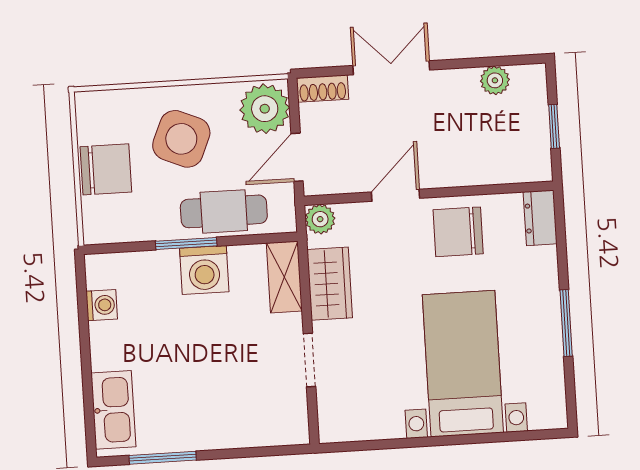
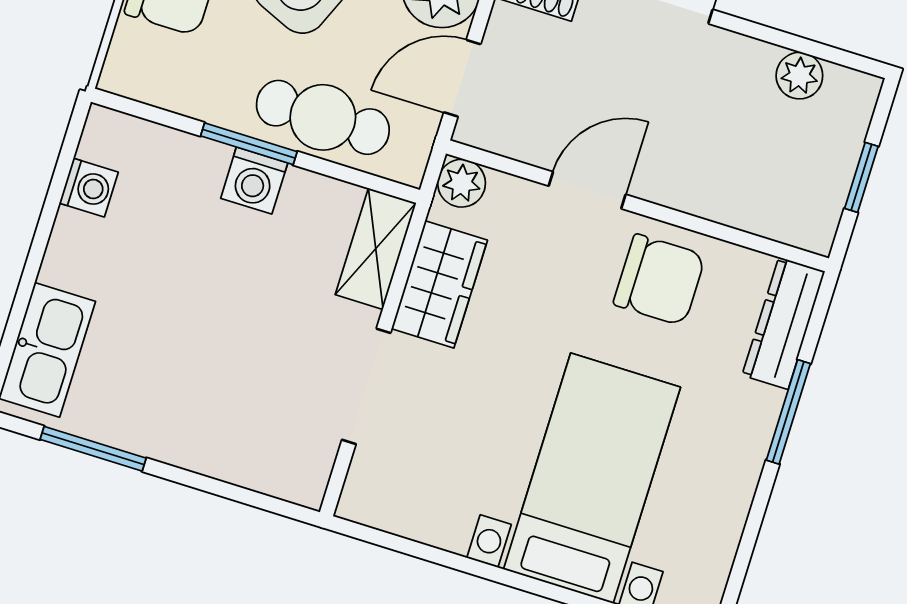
dresser: (540, 218) -> (783, 323), width x1.44
chair: (458, 232) -> (659, 280), turned 180
washing machine: (204, 270) -> (254, 181), width x0.73, depth x0.73
window: (566, 323) -> (788, 412), moved
doorway: (309, 360) -> (366, 386), width x1.38

